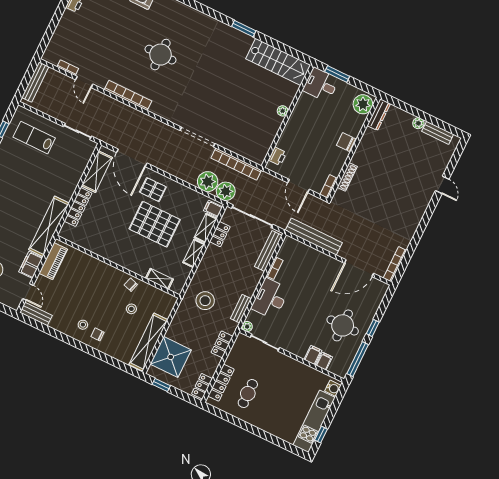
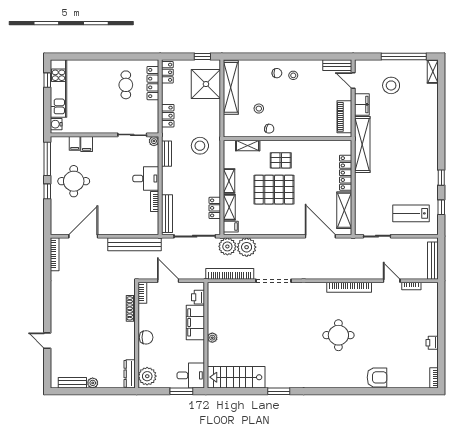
filing cabinet: (292, 133) -> (195, 322), added
lab bench: (34, 138) -> (411, 213), turned 180
pallet: (153, 190) -> (281, 160), moved
desk: (270, 299) -> (146, 179), width x0.73

